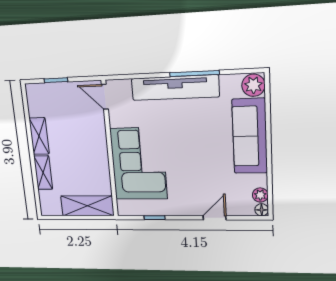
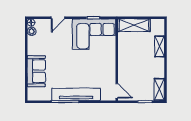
plant: (253, 85) -> (33, 94), removed
shelving: (39, 136) -> (159, 89), moved
sofa: (250, 136) -> (36, 71), width x0.73
corner sofa: (139, 164) -> (94, 34), moved, turned -90

